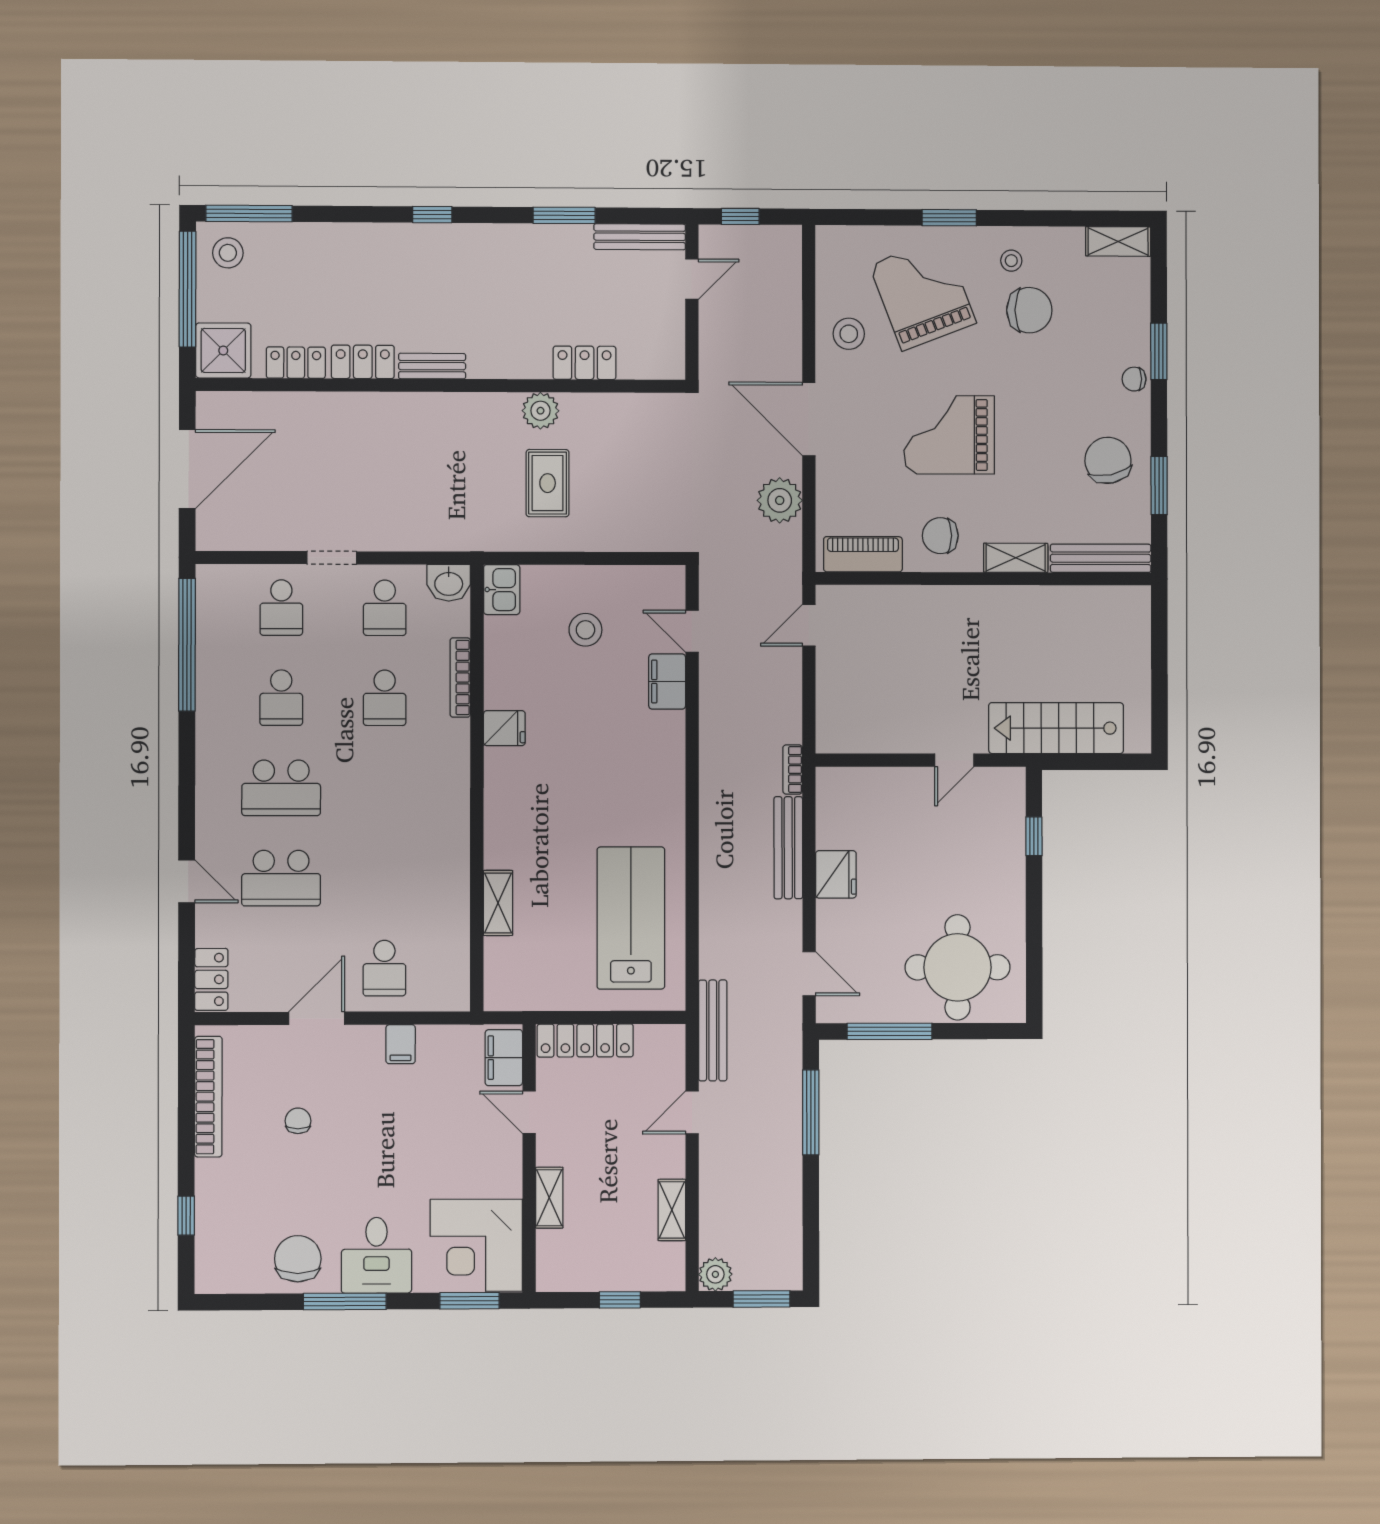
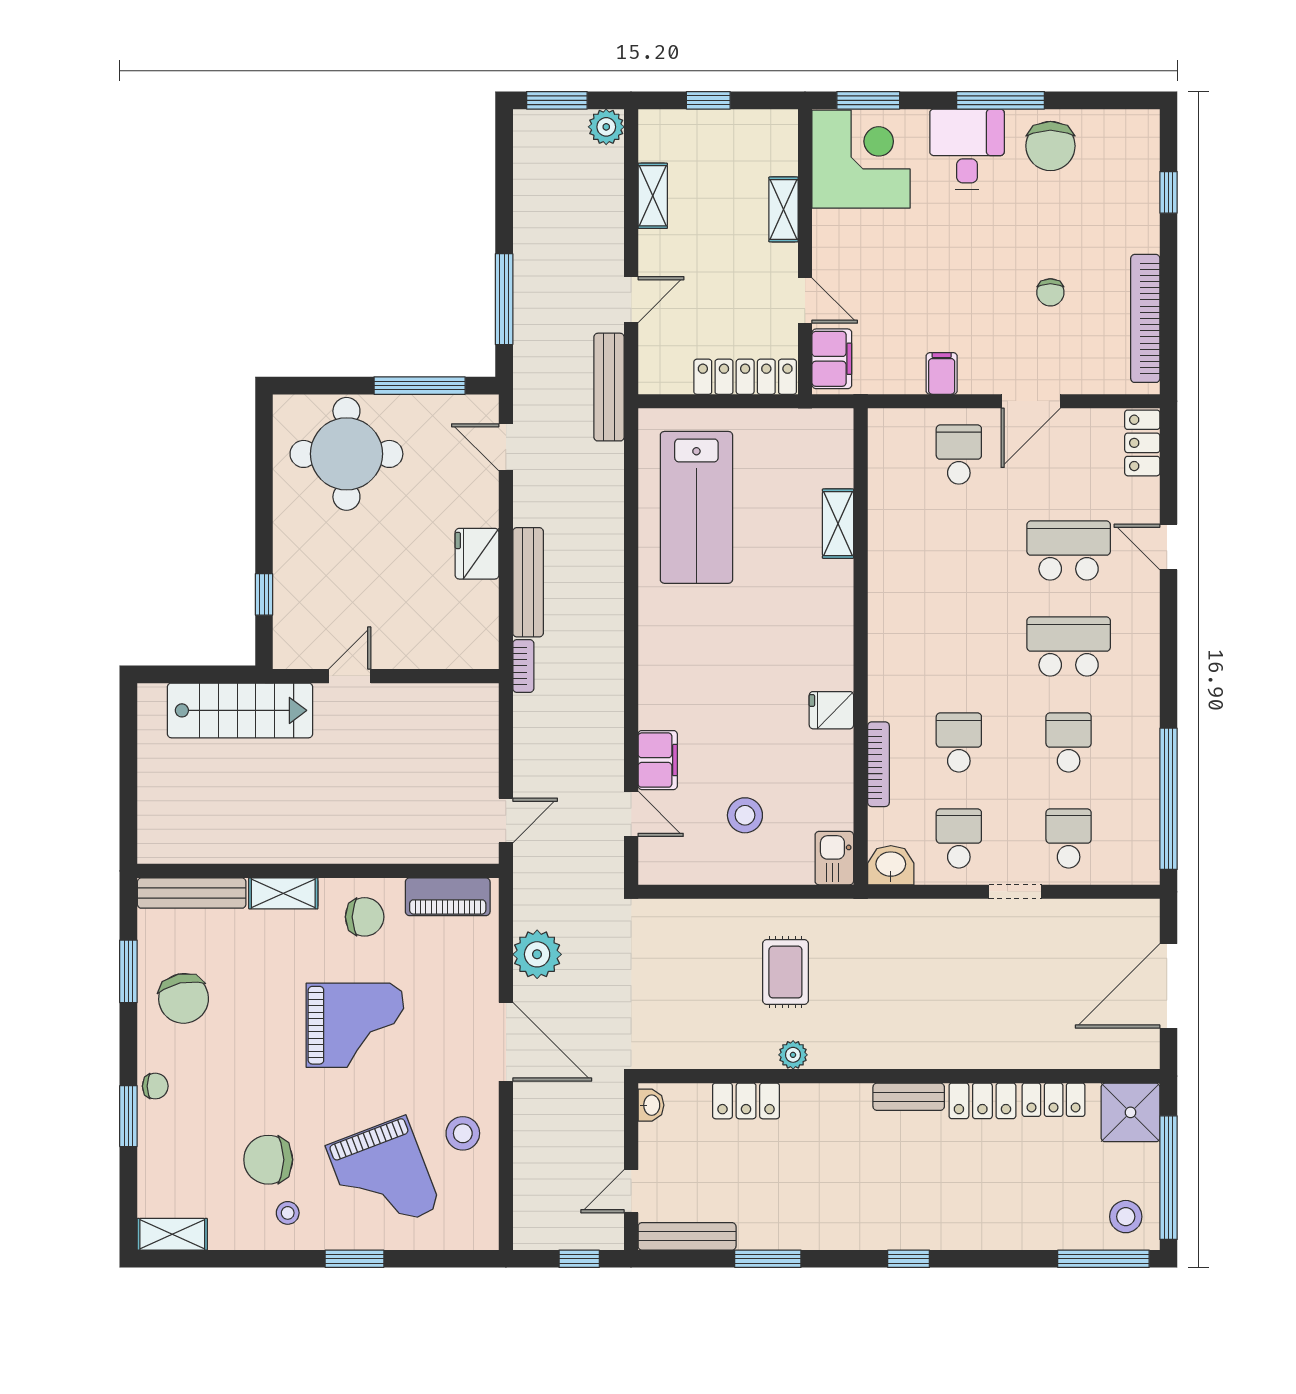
washbasin: (673, 359) -> (651, 1105), added
plant: (540, 411) -> (793, 1055), width x0.73, depth x0.73

